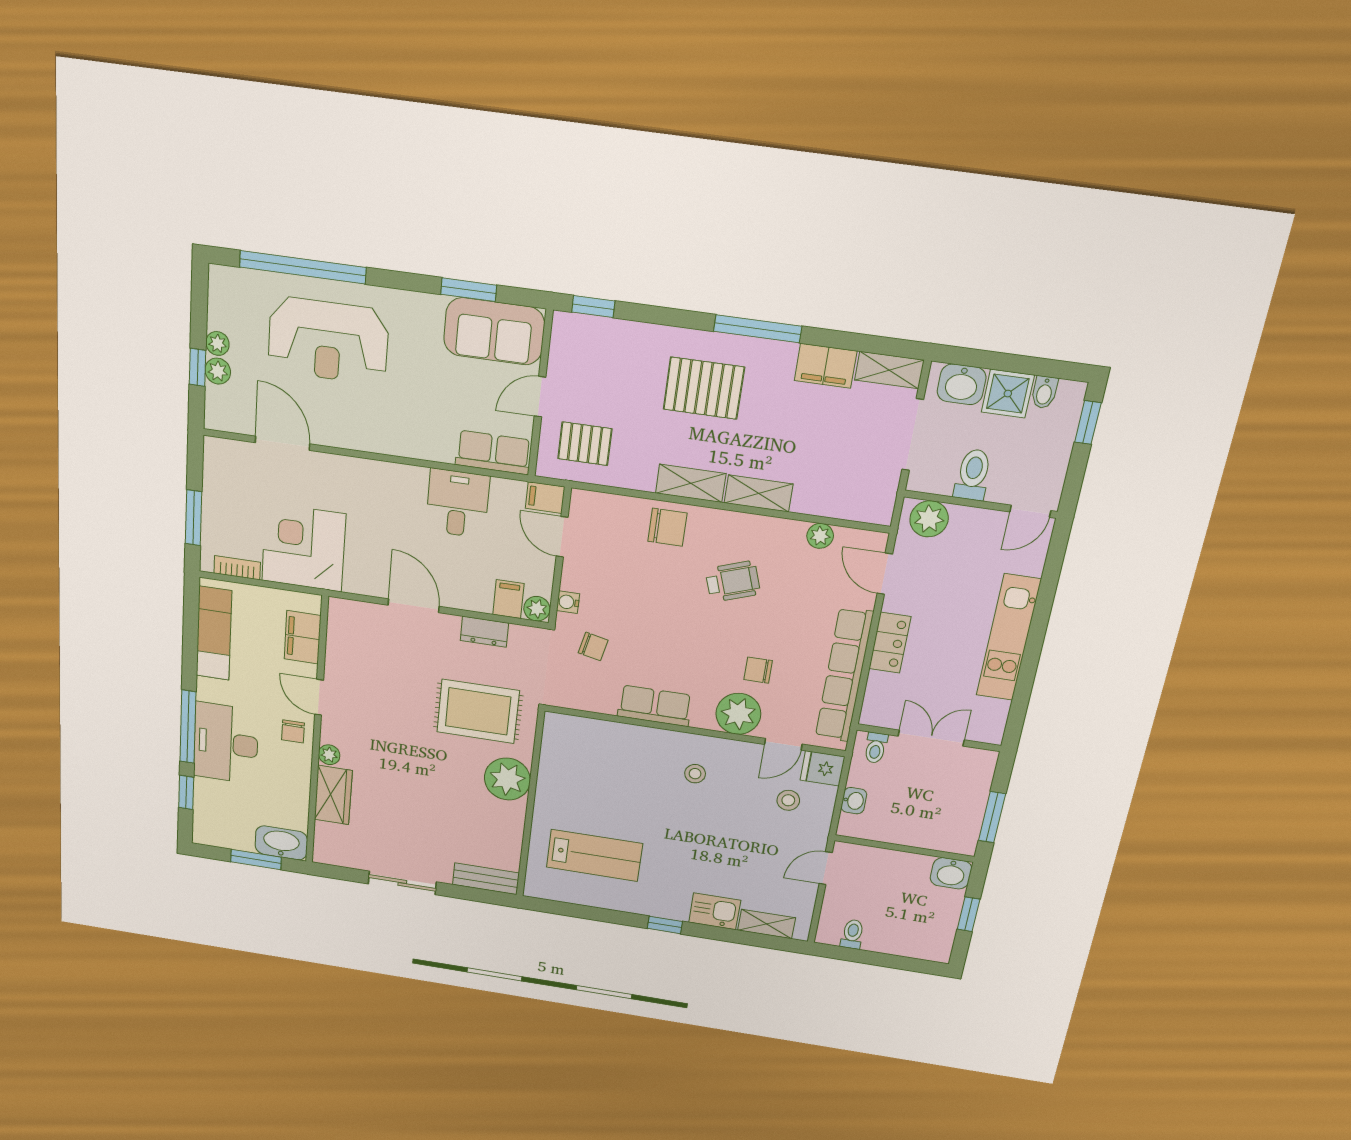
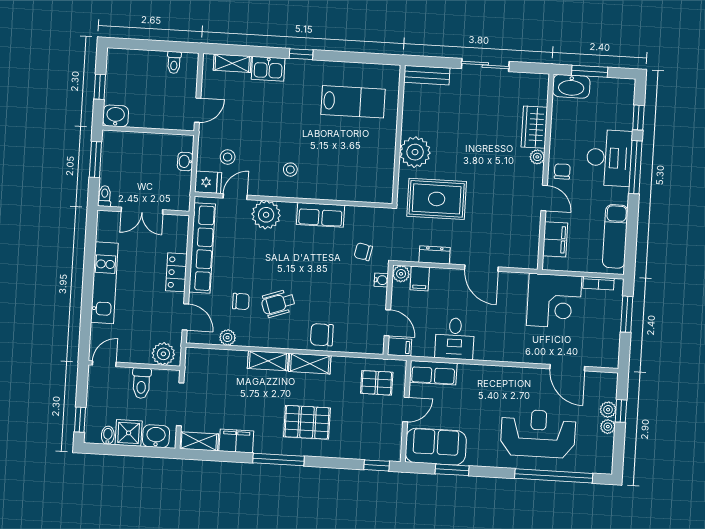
chair: (758, 670) -> (241, 301), moved
toilet: (876, 748) -> (105, 196), moved
lab bench: (594, 855) -> (353, 102), turned 180

